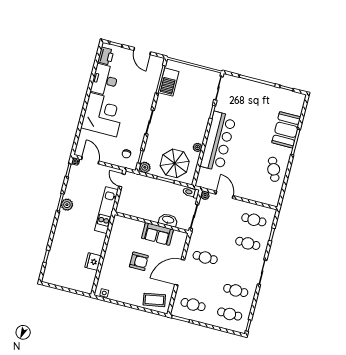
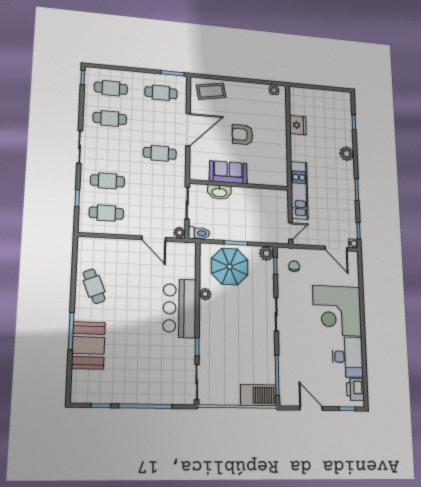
barbecue: (169, 82) -> (258, 395), moved, turned 90
bar counter: (218, 141) -> (180, 308), width x0.73
door: (122, 180) -> (291, 231), hinge flipped
plant: (67, 205) -> (347, 154), moved

